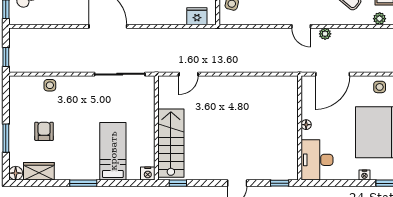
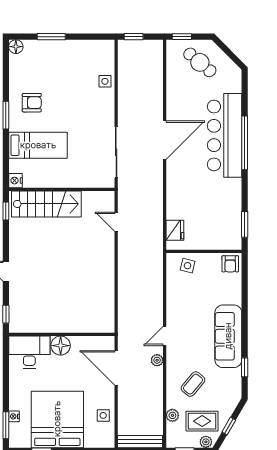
floor lamp: (306, 125) -> (61, 346), width x1.89, depth x1.89
armchair: (44, 131) -> (32, 103), moved
wardrobe: (39, 171) -> (18, 70), removed
nightstand: (364, 175) -> (14, 416), moved

